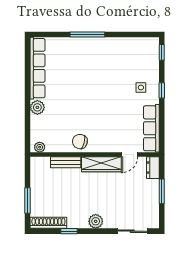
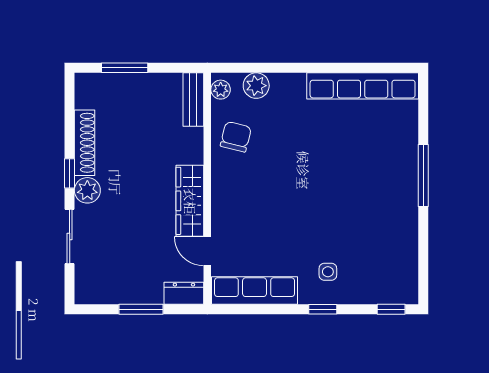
plant: (37, 107) -> (256, 86), moved
chair: (80, 142) -> (236, 137), moved
bench: (66, 162) -> (193, 100), moved
shoe rack: (48, 223) -> (85, 143), moved
window: (69, 231) -> (70, 173), moved
sliding door: (132, 231) -> (70, 236), moved

